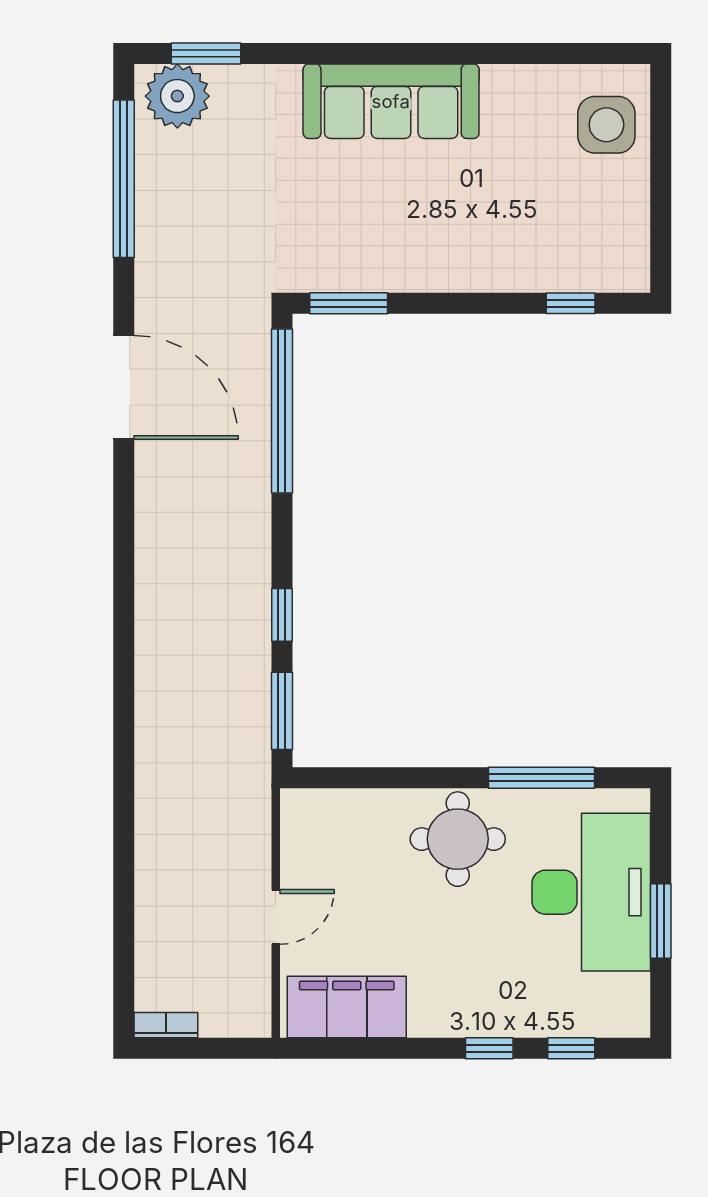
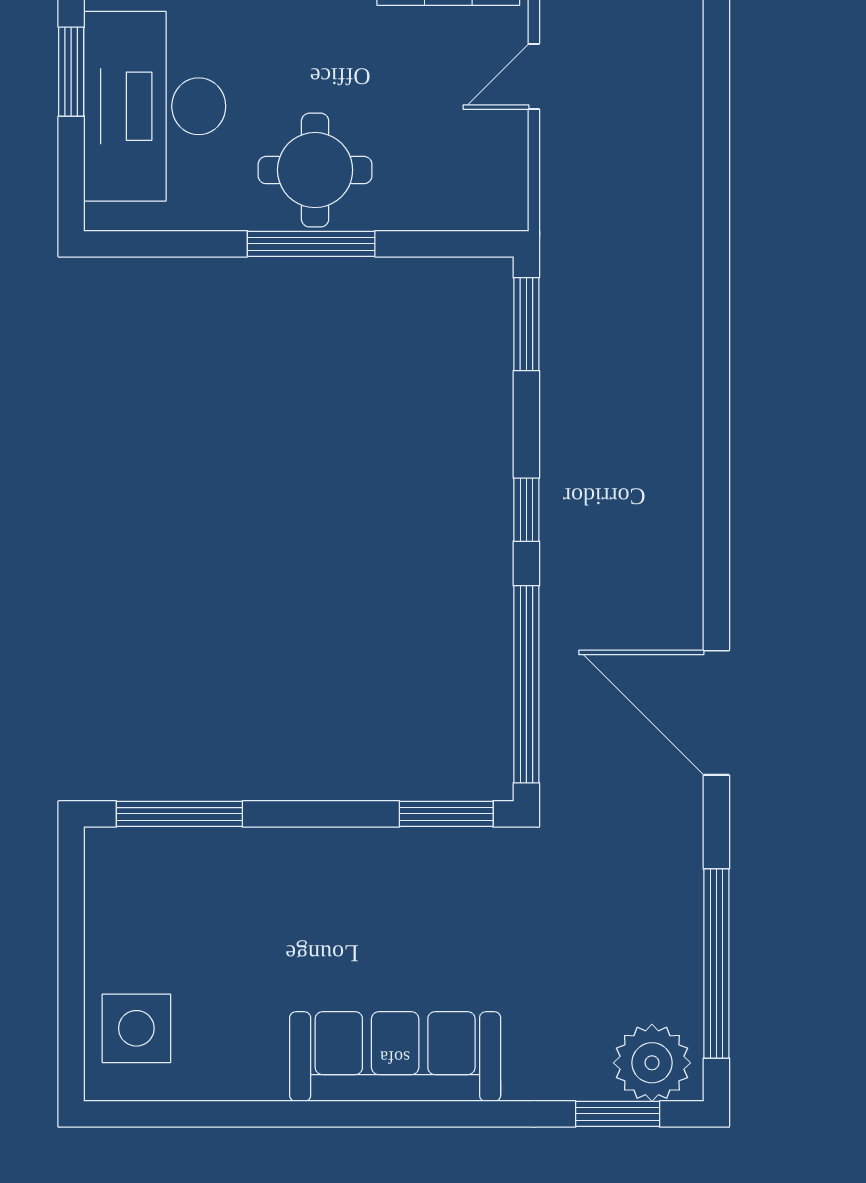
window: (571, 303) -> (179, 814), width x2.17
window: (282, 615) -> (526, 510), moved
window: (542, 778) -> (311, 244), moved

